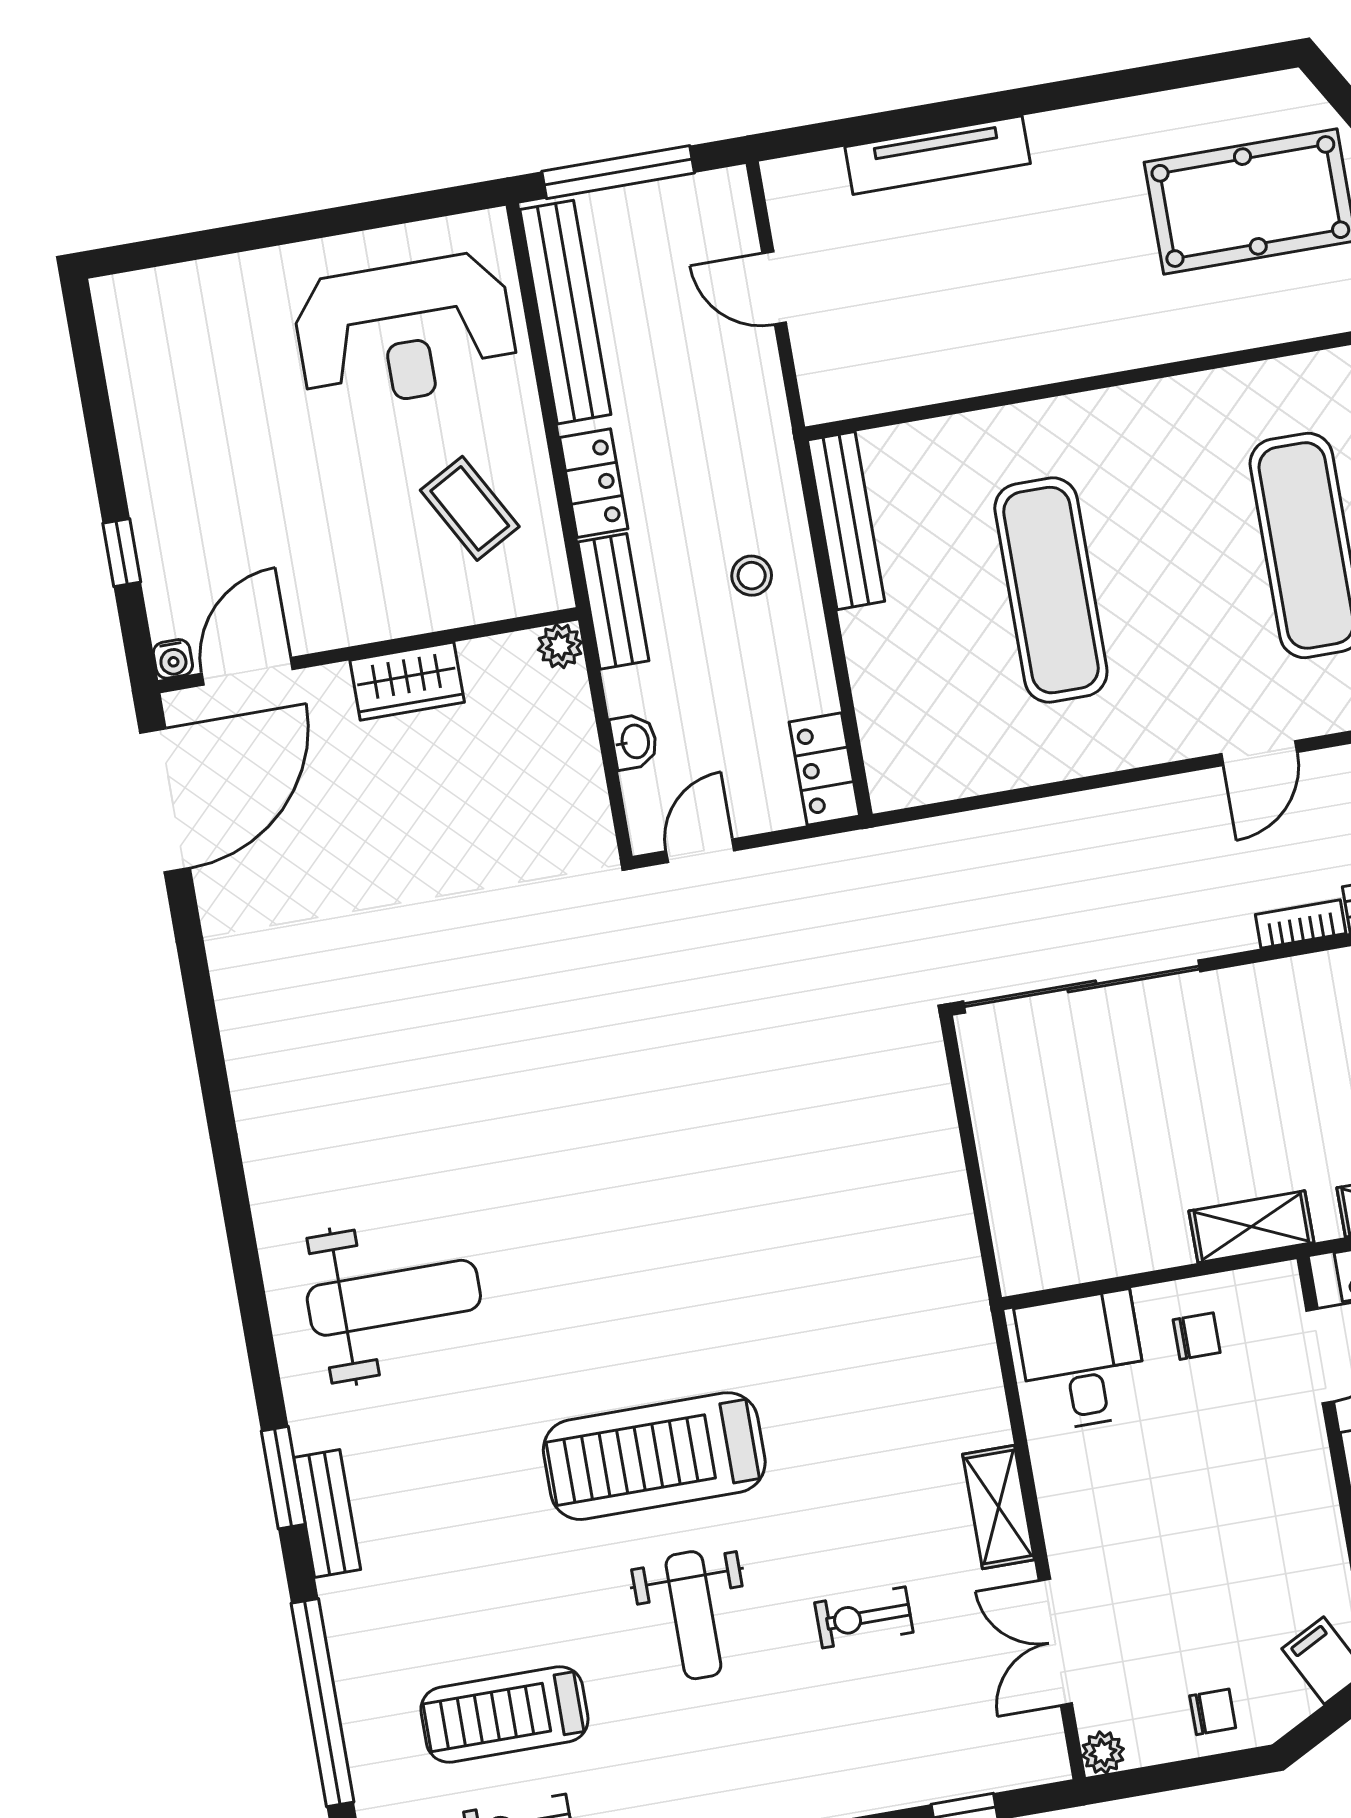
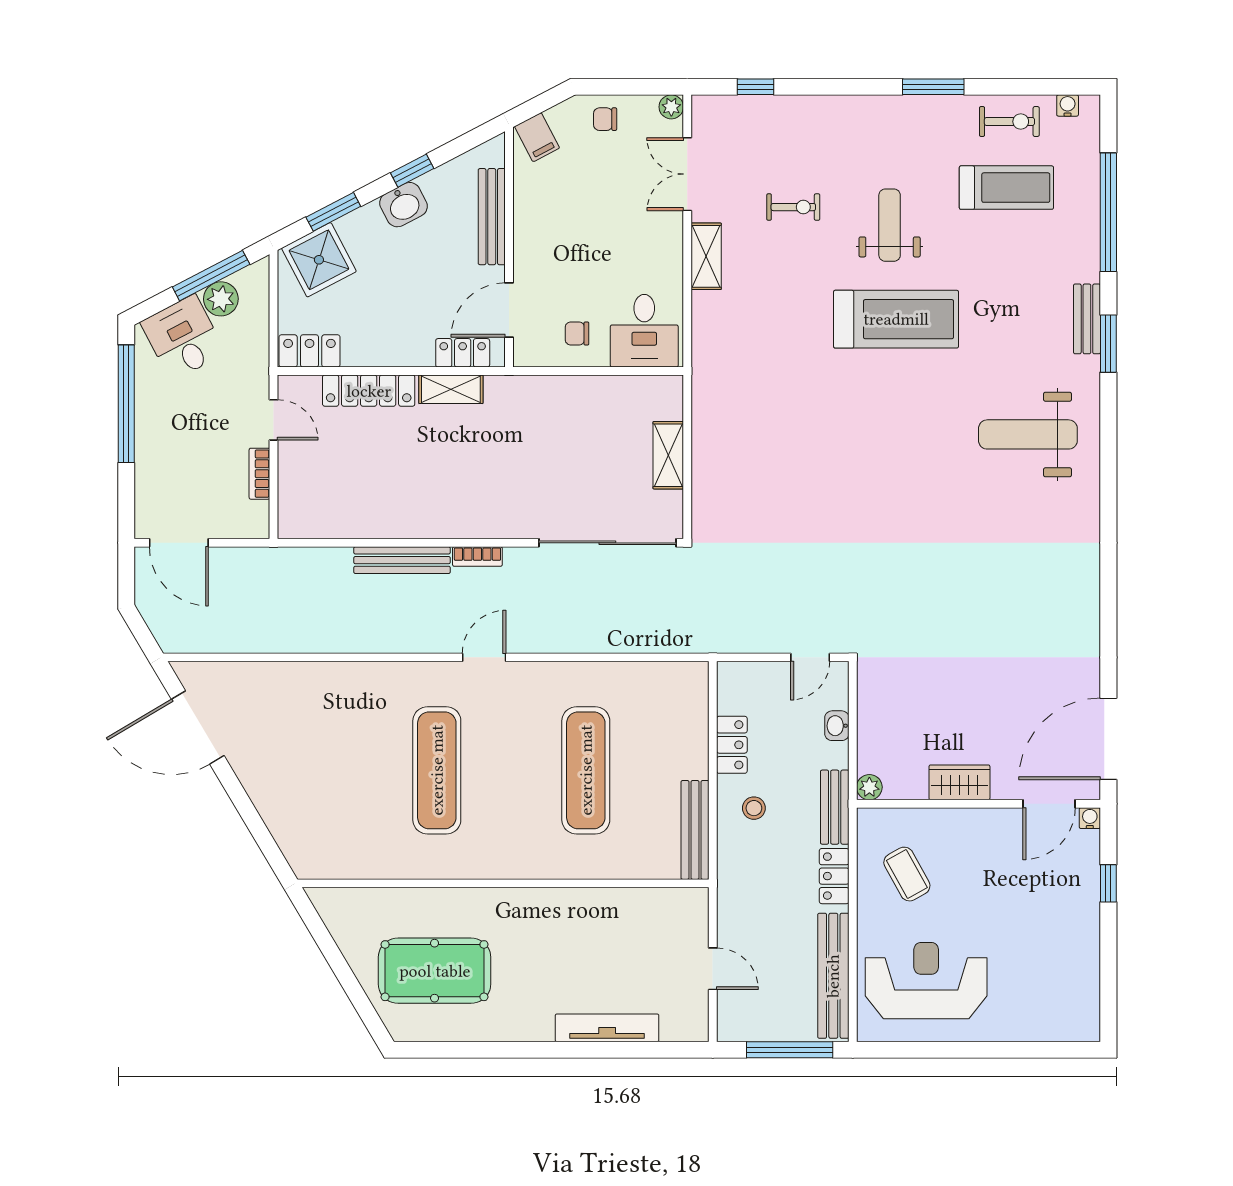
locker: (824, 769) -> (732, 745), moved
shelving: (1251, 1227) -> (668, 455), moved, turned 90
double door: (1055, 1642) -> (687, 174), swing flipped

